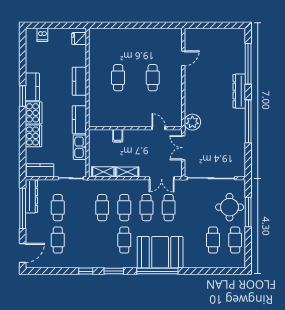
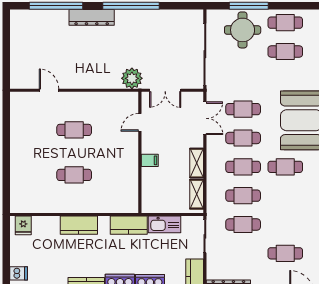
filing cabinet: (118, 136) -> (150, 160), moved
cafe table: (58, 208) -> (243, 224), moved

